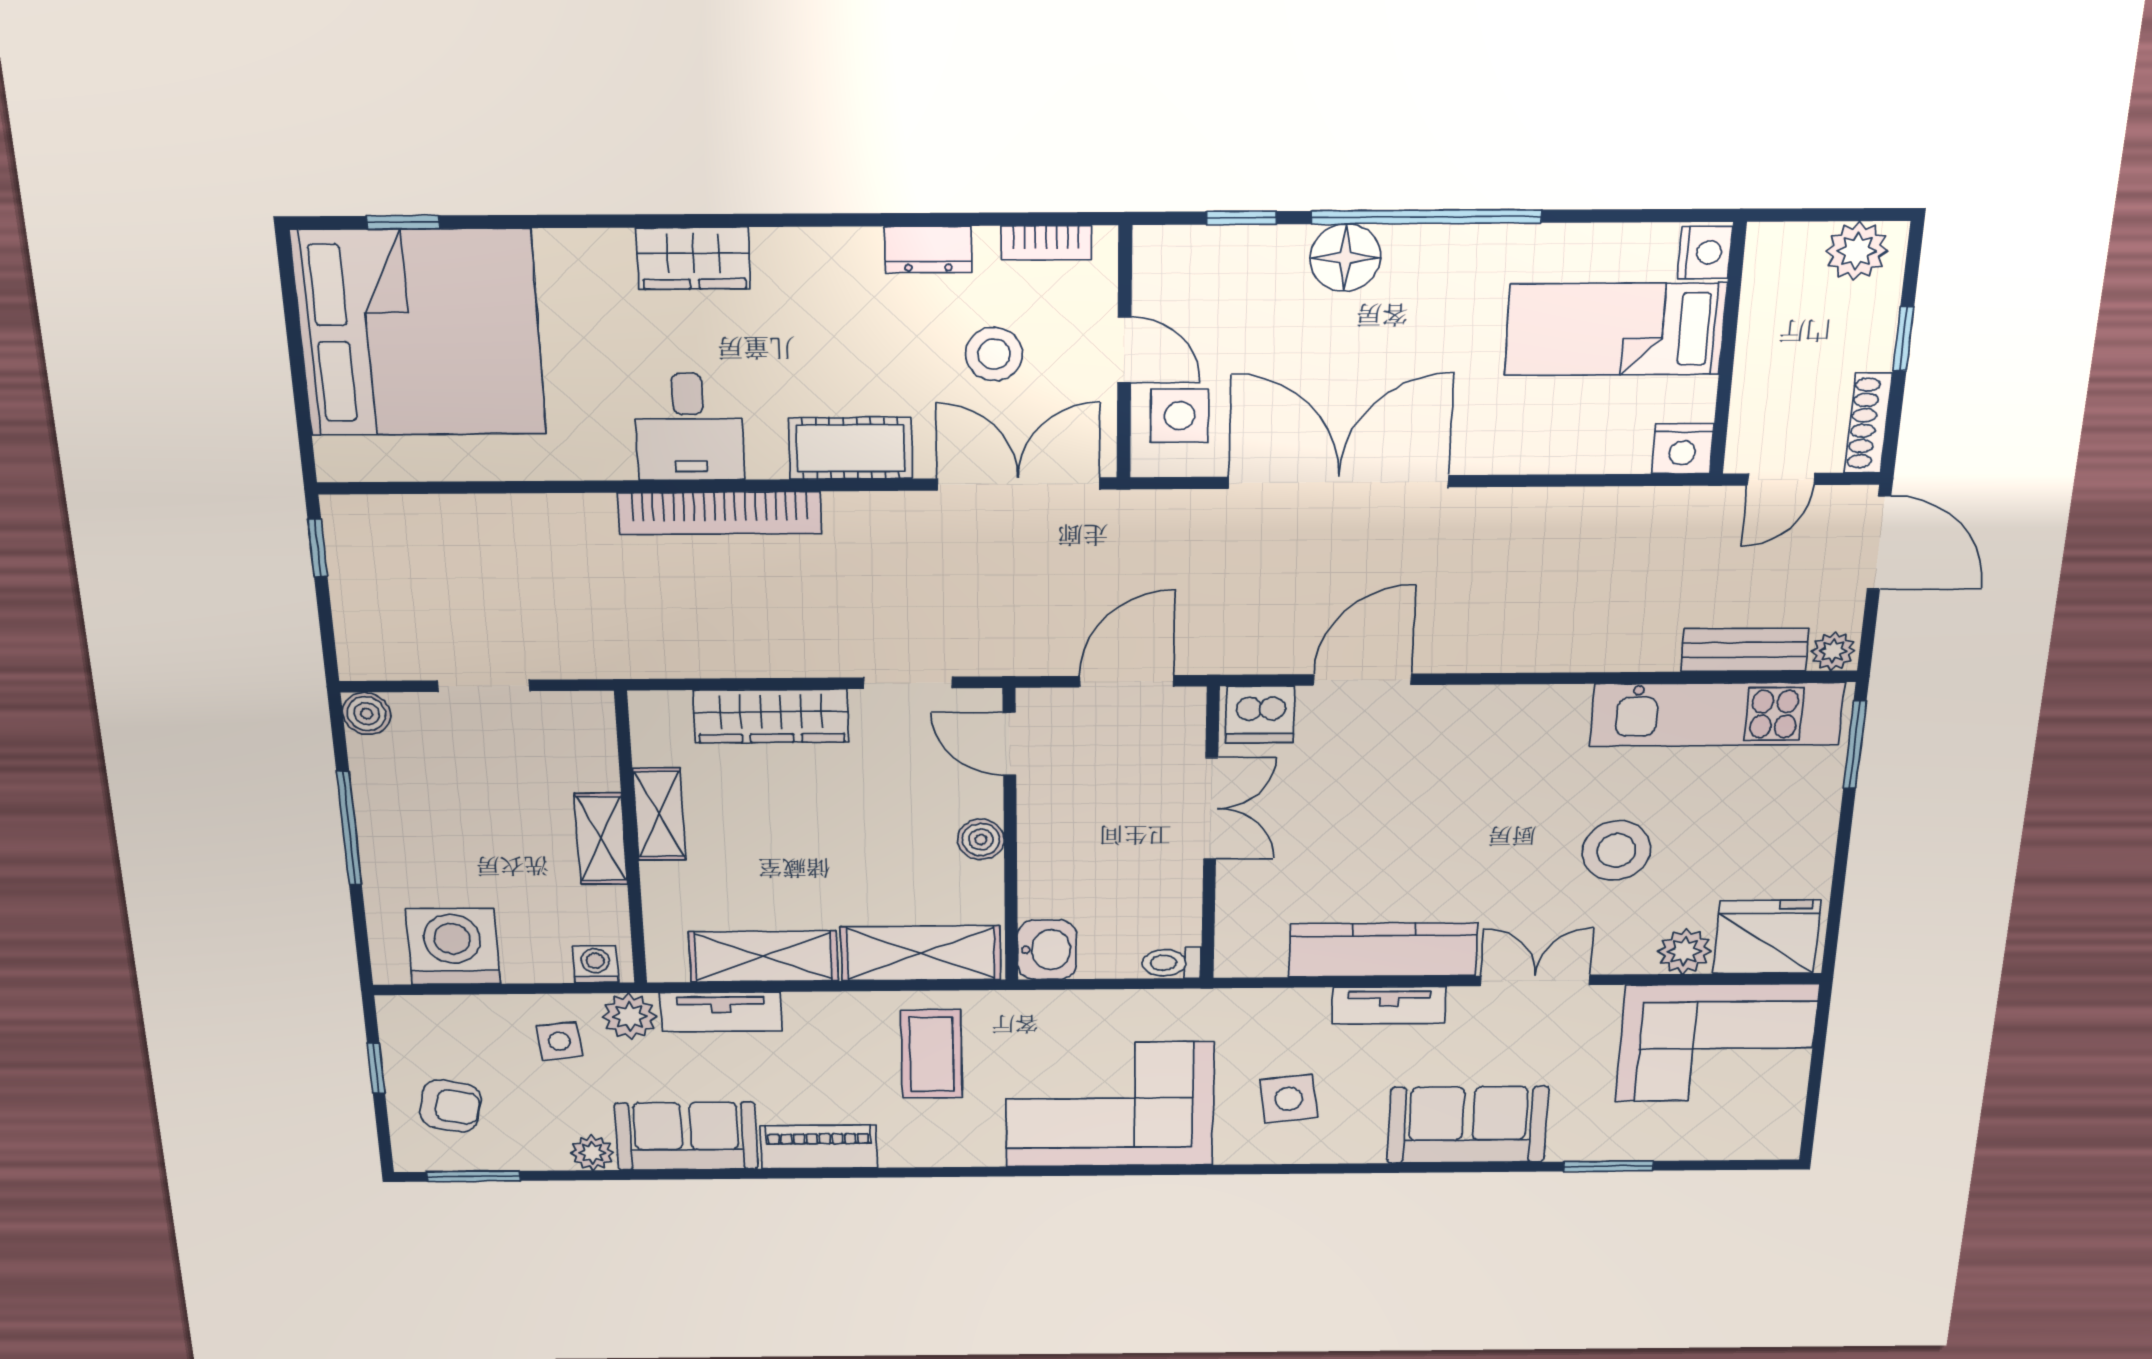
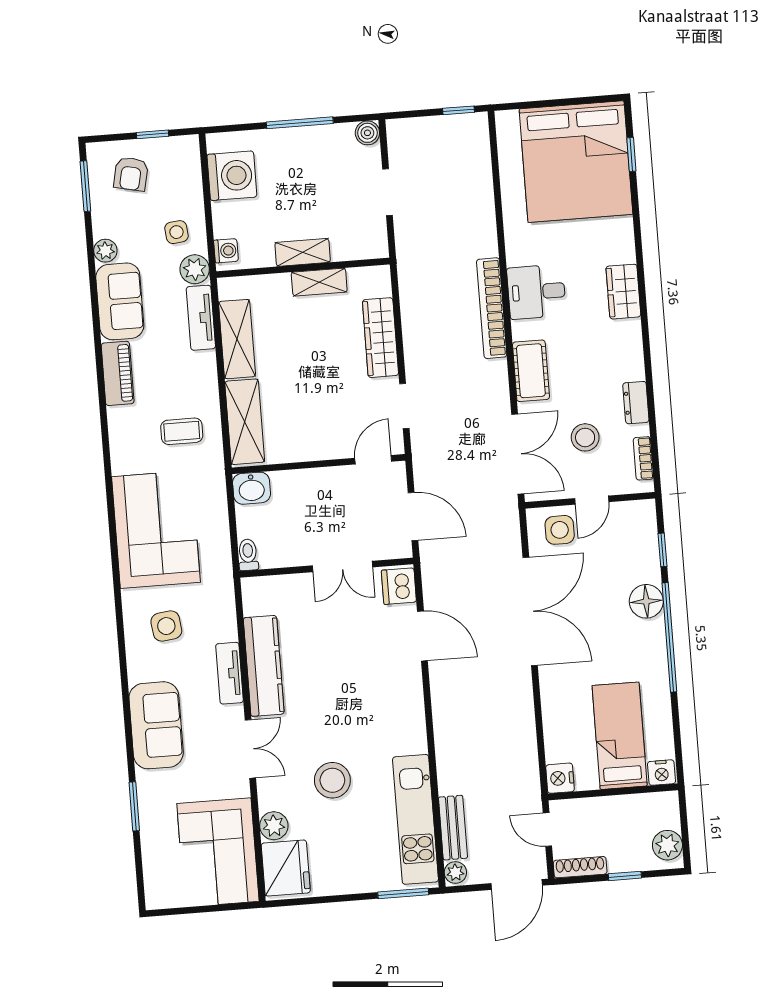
boiler: (981, 839) -> (316, 449), removed
coffee table: (932, 1054) -> (182, 431), width x0.73, depth x0.77

